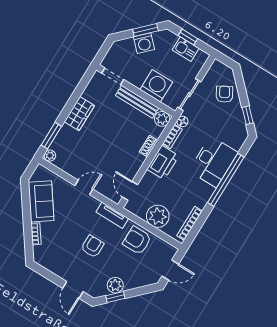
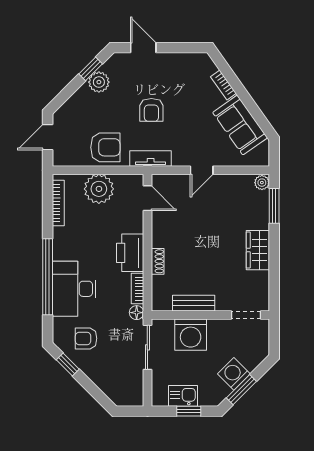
armchair: (225, 94) -> (86, 338), moved, turned 120
bench: (137, 102) -> (194, 303), width x0.73
plant: (162, 119) -> (161, 301), removed

